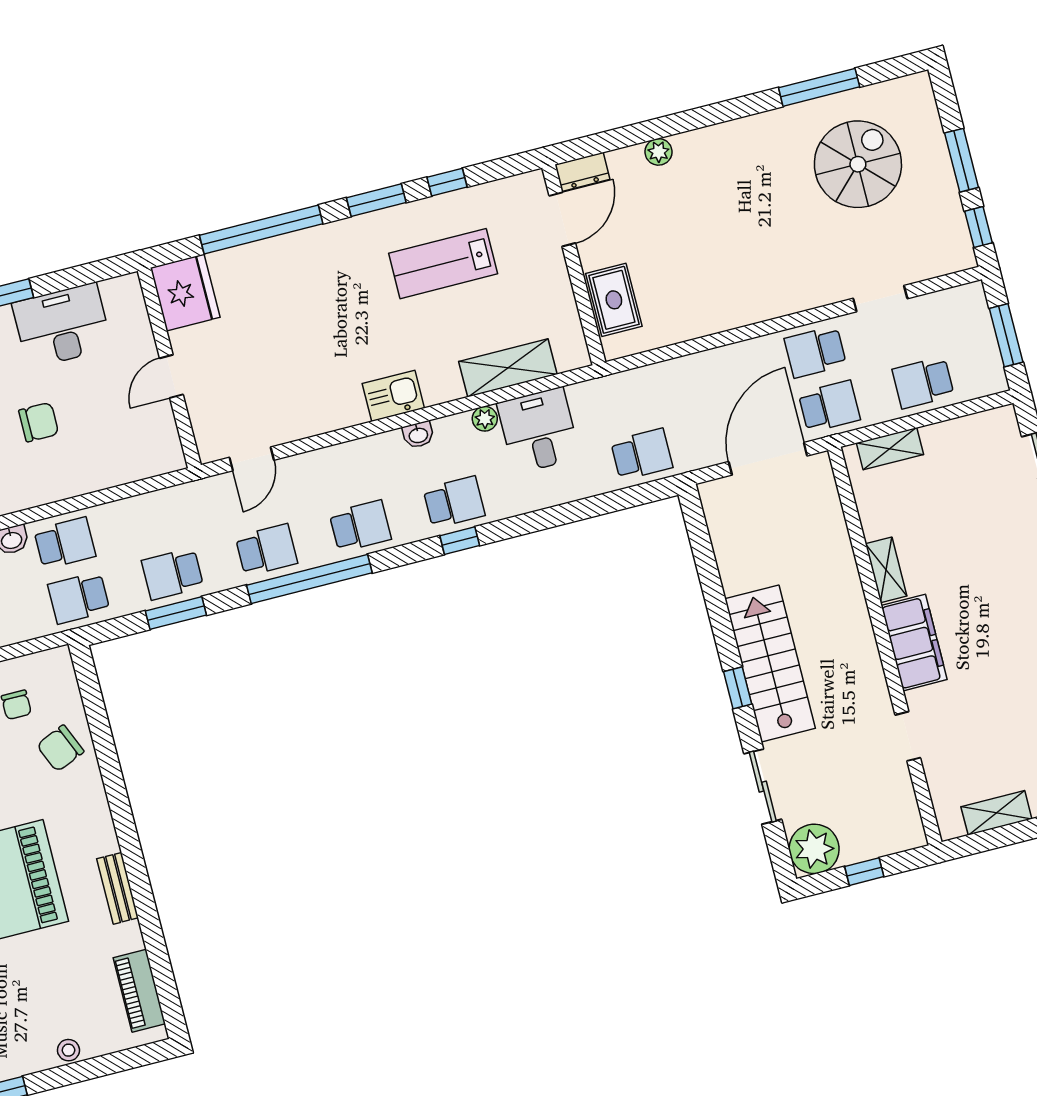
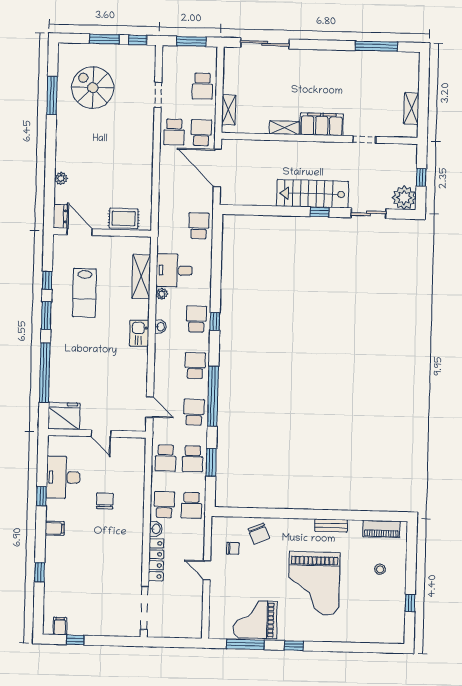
school desk: (159, 519) -> (165, 458), added
stool: (68, 1050) -> (380, 569), moved

